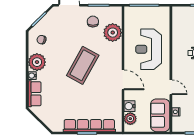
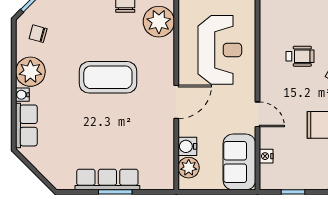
reception desk: (149, 49) -> (220, 50), turned 180
coffee table: (83, 65) -> (108, 77), turned 61
door: (123, 80) -> (176, 102), hinge flipped
row of seats: (89, 126) -> (107, 180), width x0.73

